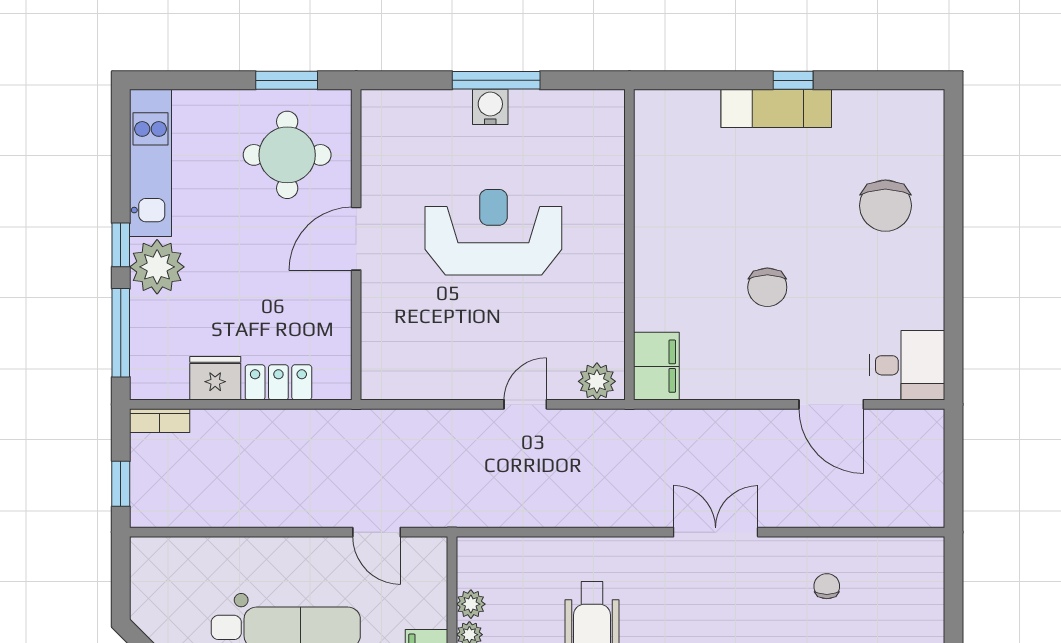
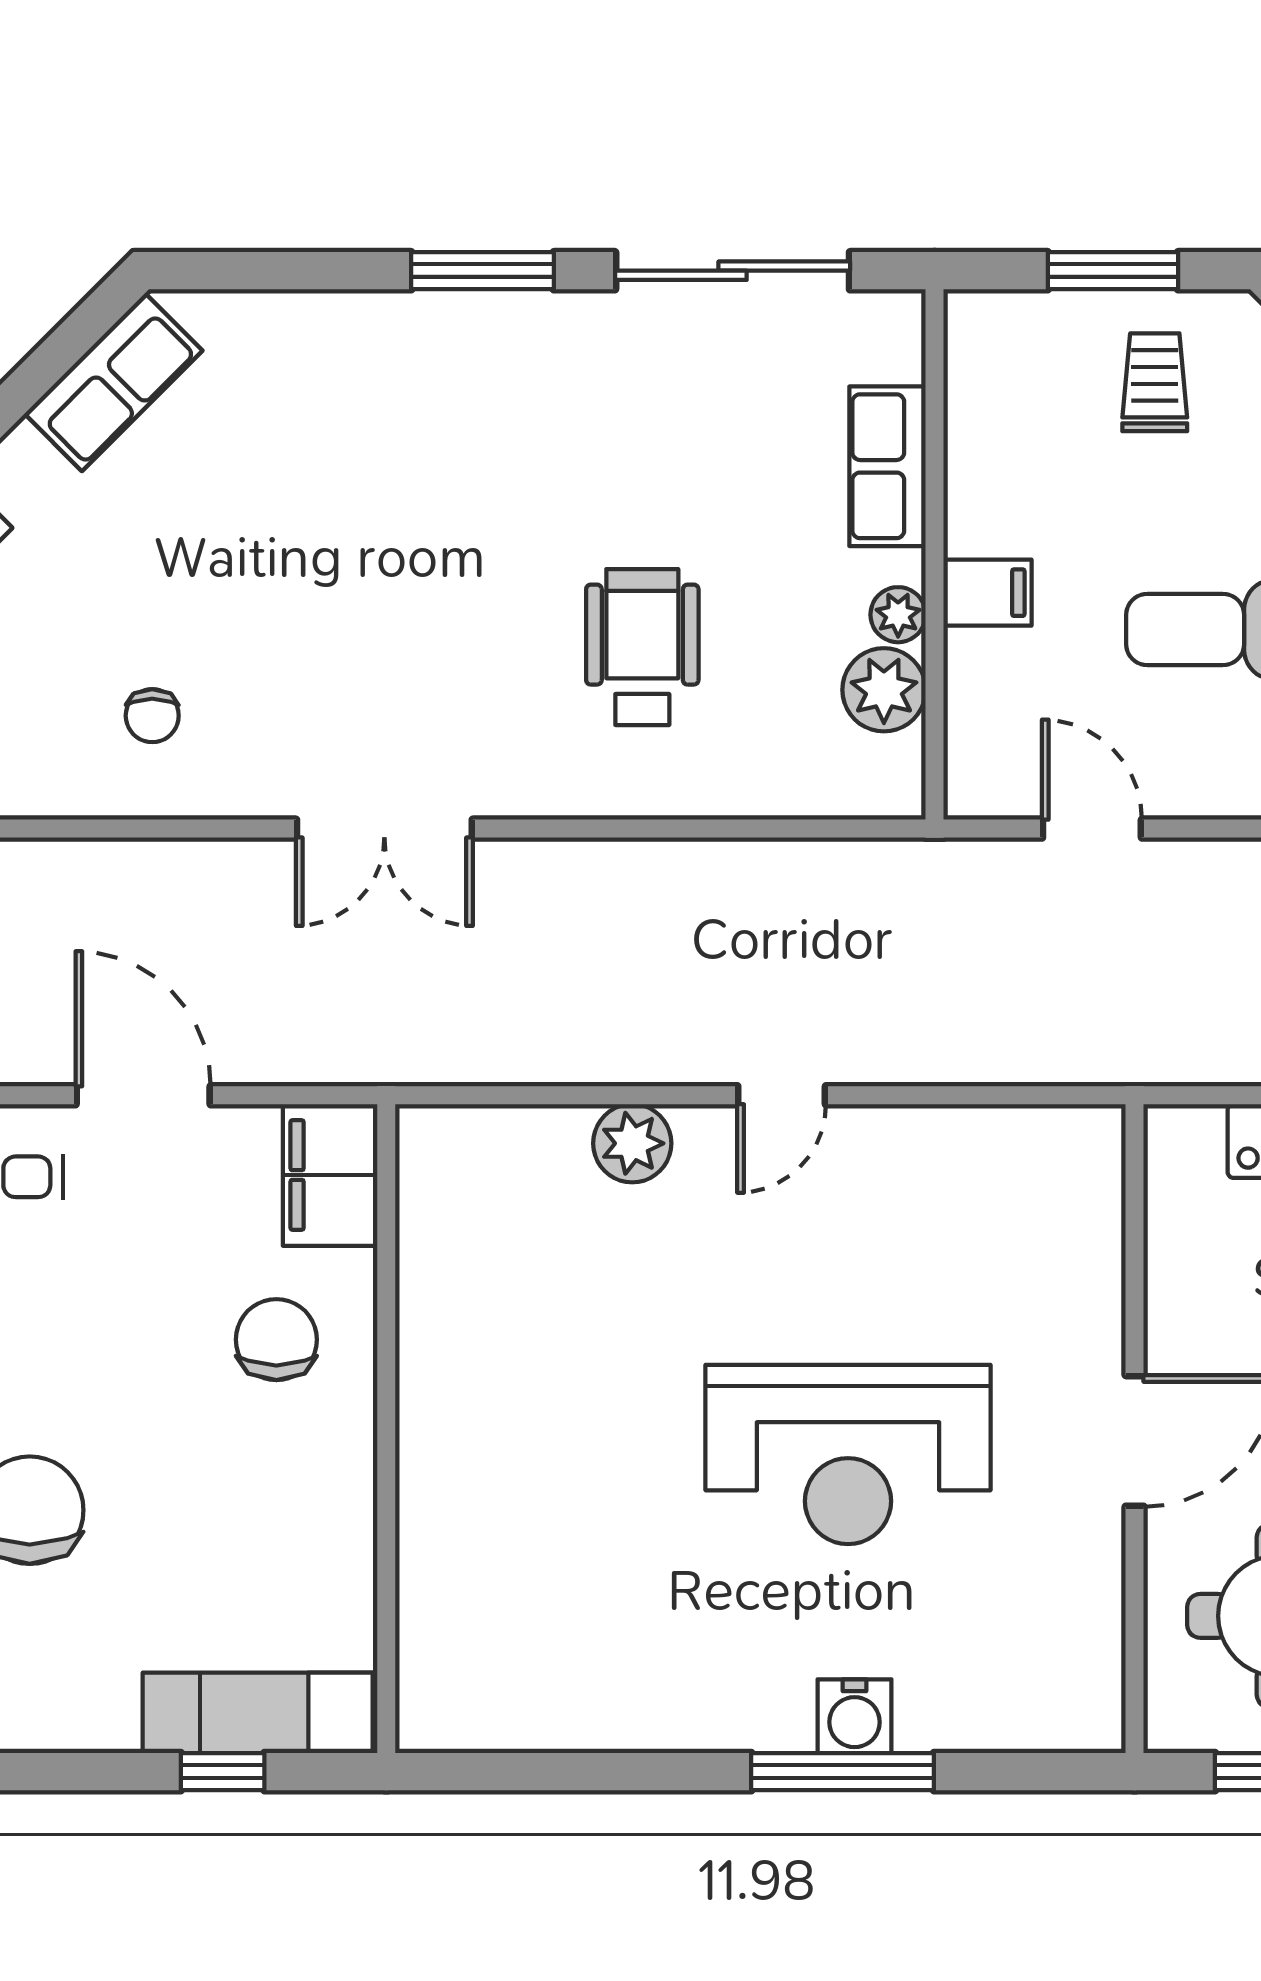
wall: (629, 245) -> (386, 1429), moved
filing cabinet: (656, 366) -> (330, 1175), moved
plant: (471, 604) -> (884, 690), width x1.38, depth x1.38

